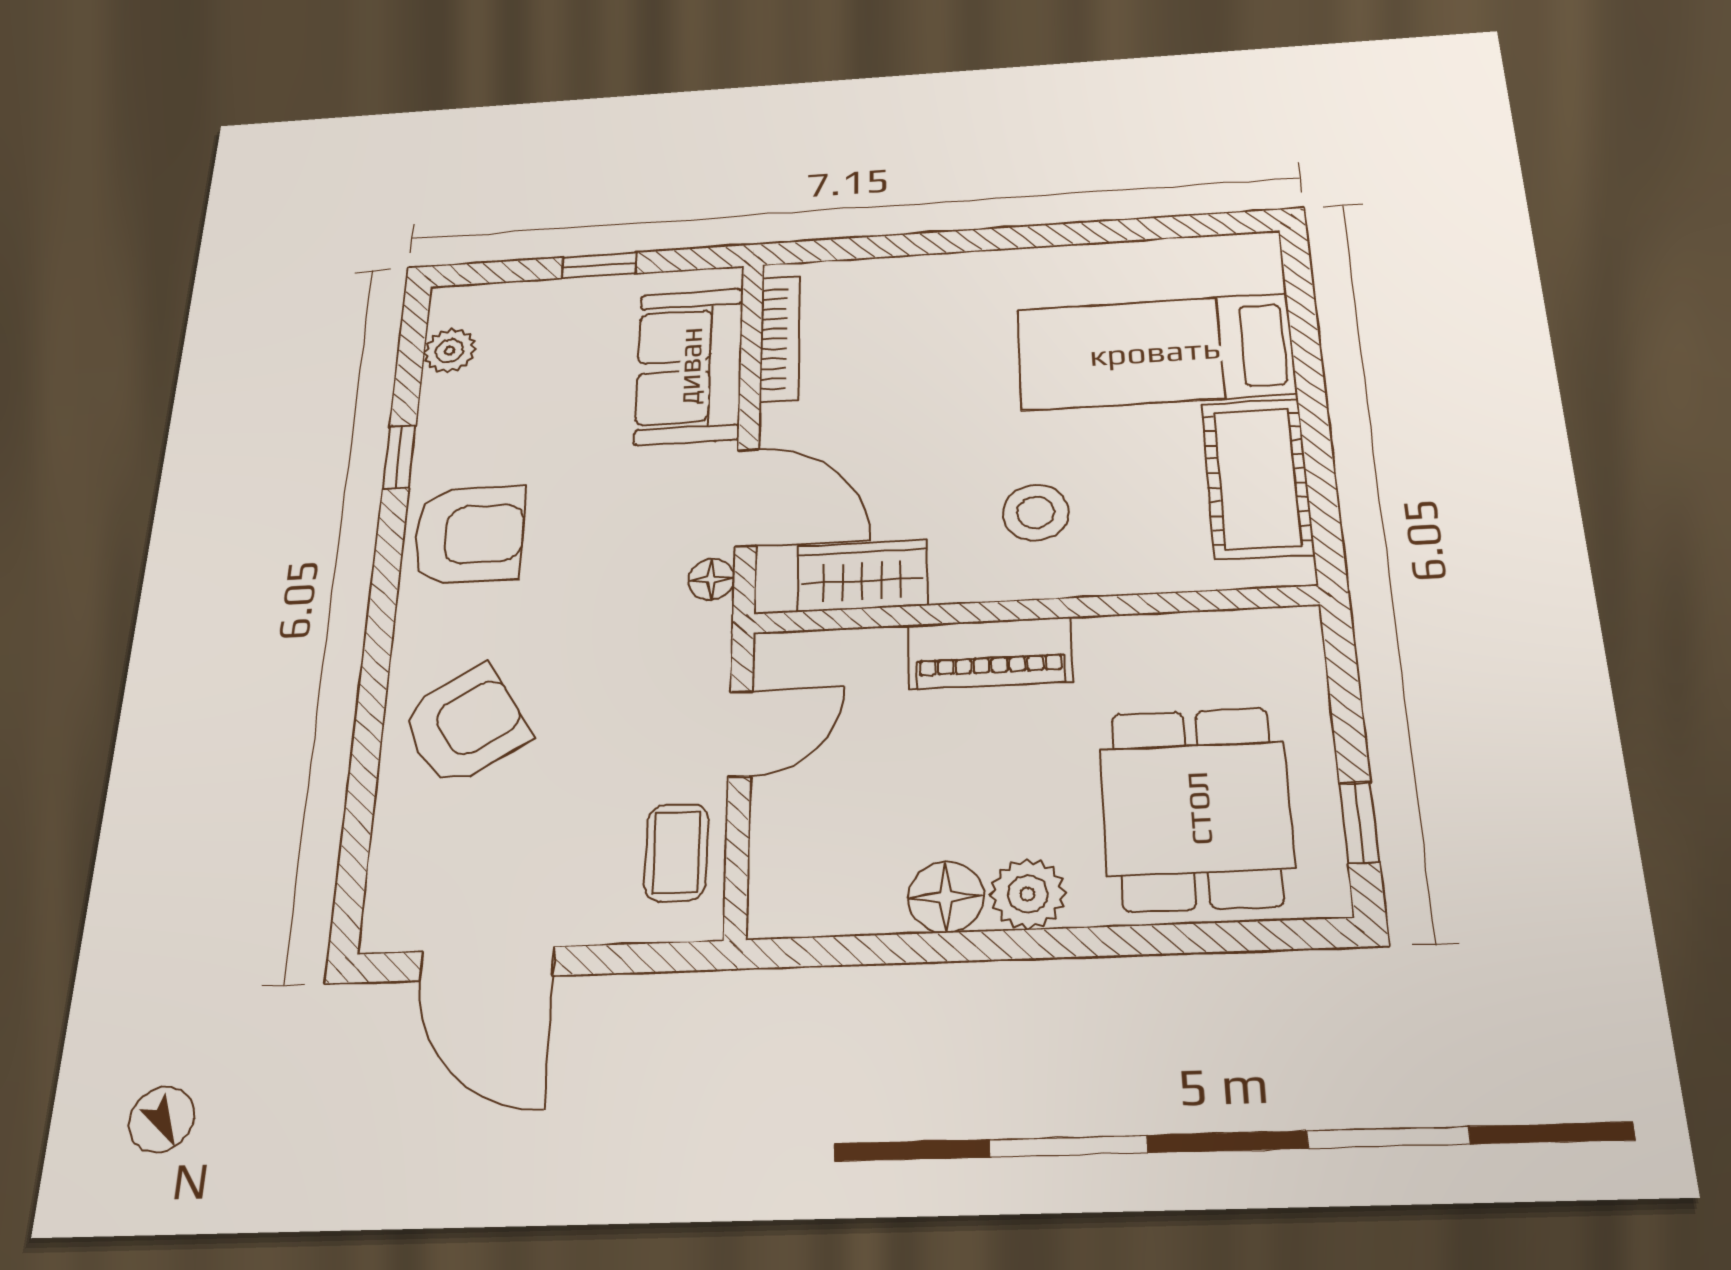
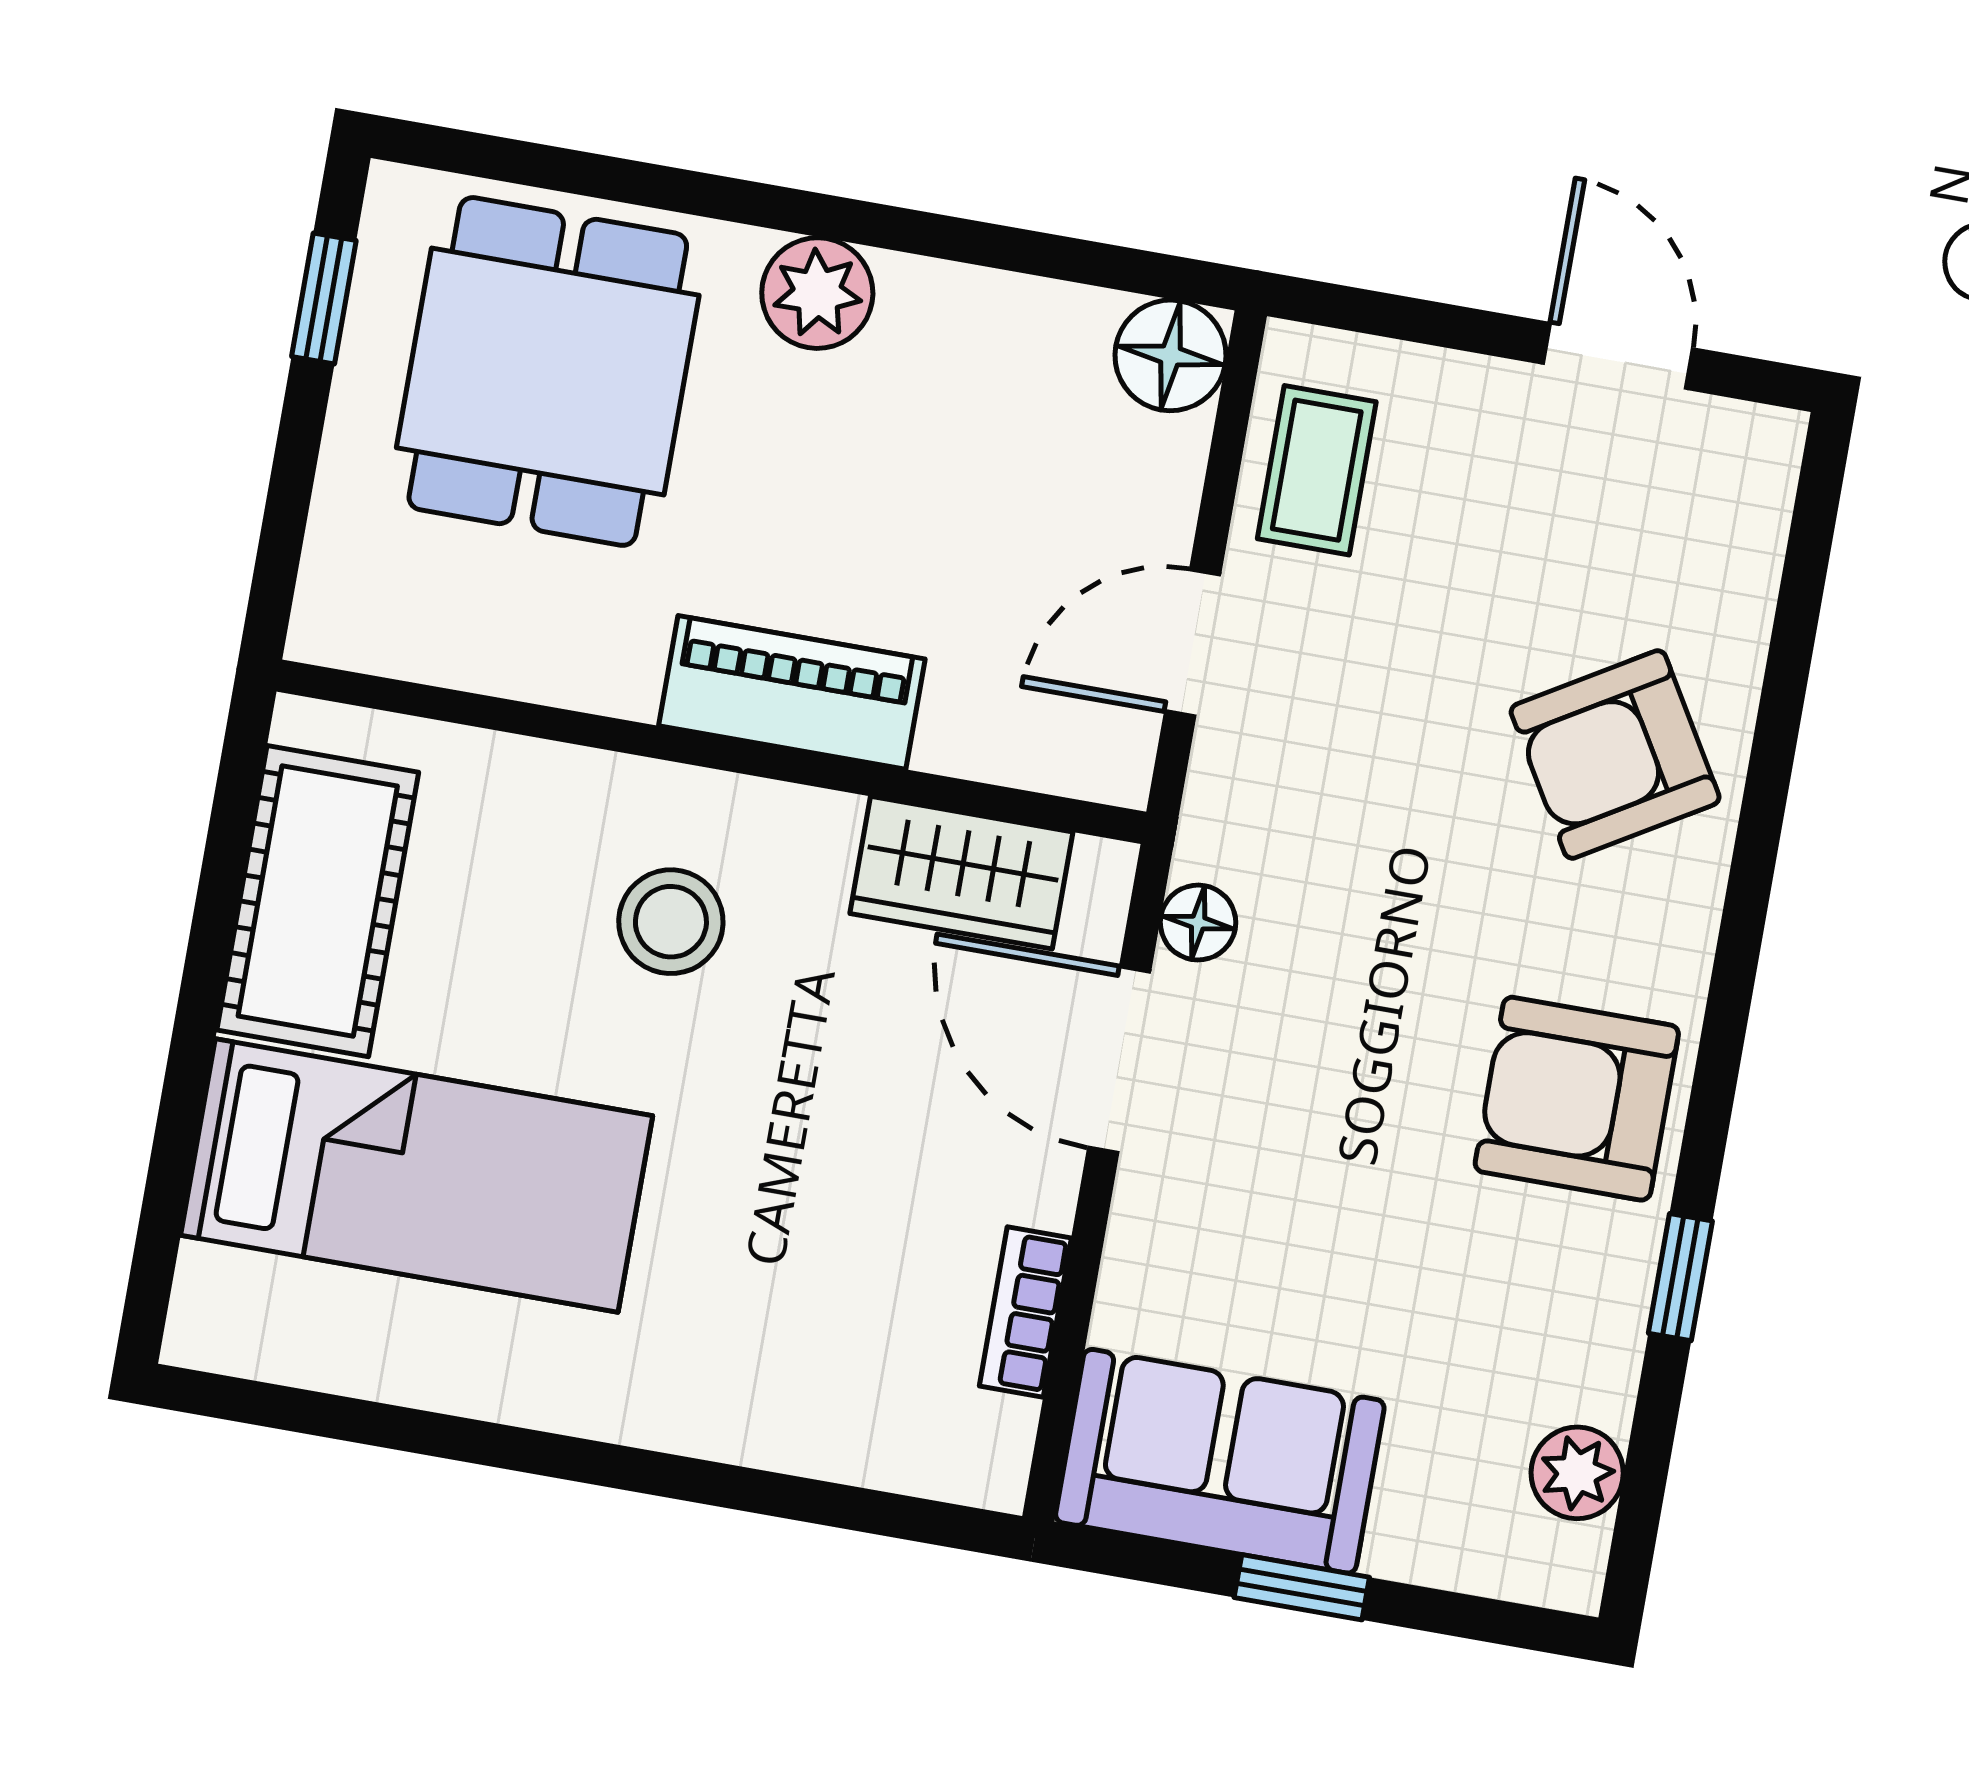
bookcase: (780, 338) -> (1025, 1312), width x0.64
sofa: (689, 366) -> (1220, 1461), moved, turned -90
floor lamp: (946, 897) -> (1171, 355), moved
door: (487, 964) -> (1618, 356), width x0.73

